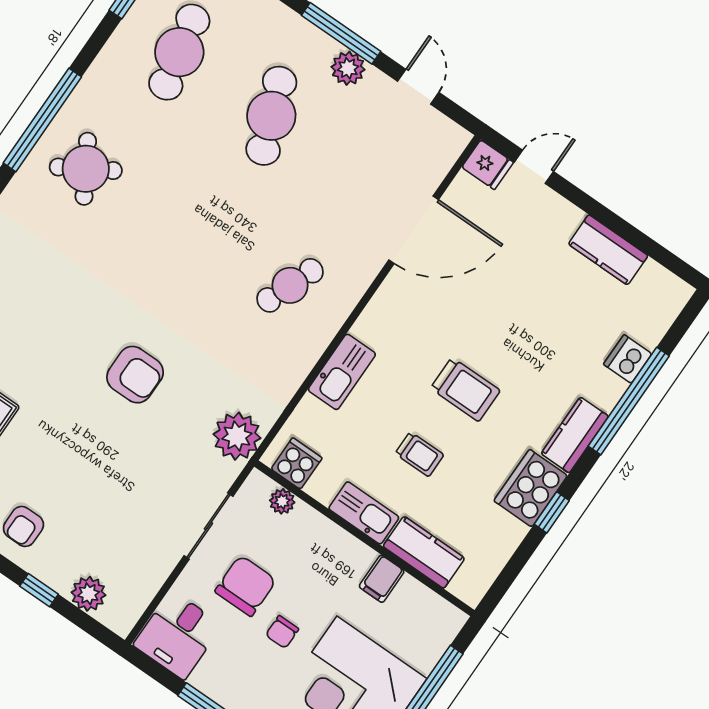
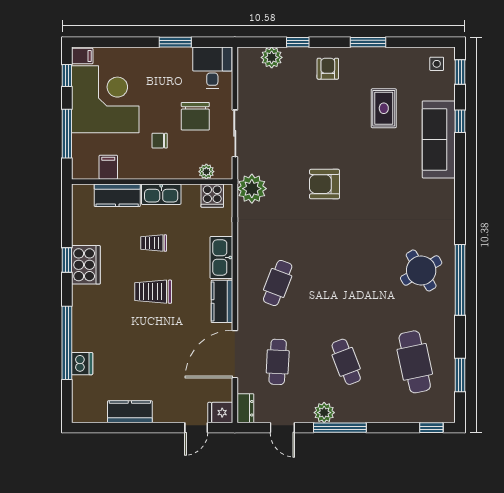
cafe table: (271, 116) -> (346, 362), width x0.73, depth x0.74
dresser: (450, 147) -> (245, 408), added
cafe table: (363, 179) -> (278, 362), added
kitchen counter: (575, 435) -> (222, 301), moved, turned 180
filing cabinet: (382, 579) -> (108, 167), moved
chair: (282, 632) -> (160, 141), moved, turned -90

